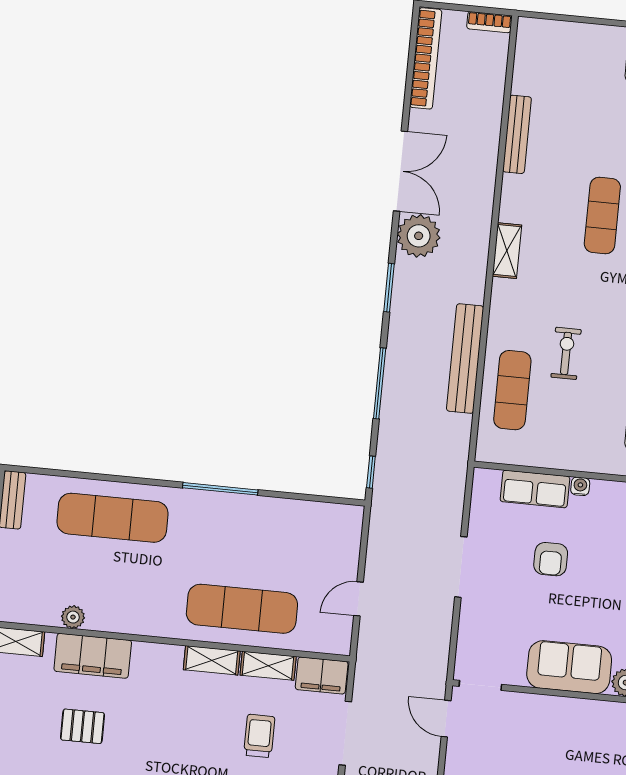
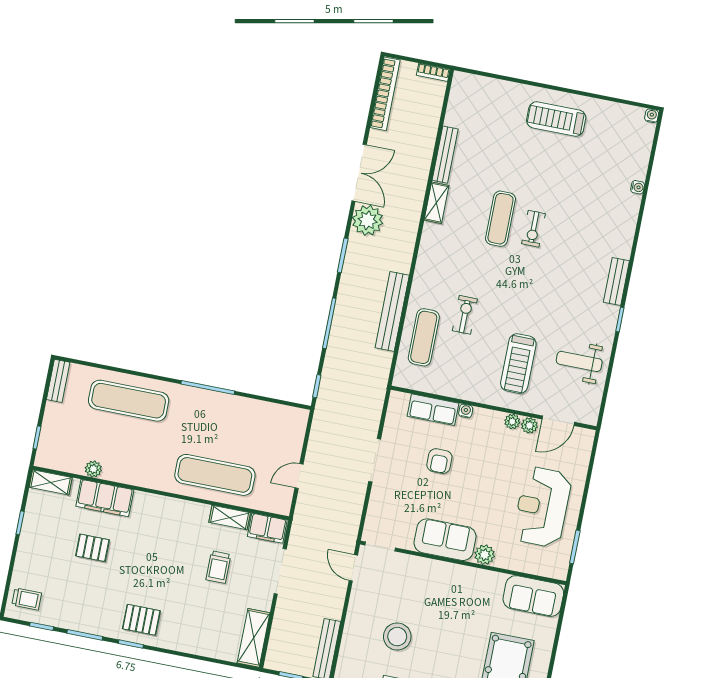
shelving: (507, 251) -> (437, 203), moved
shelving: (212, 660) -> (190, 510), removed
trolley: (259, 736) -> (218, 567), turned 180

